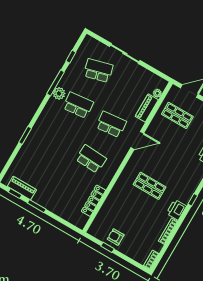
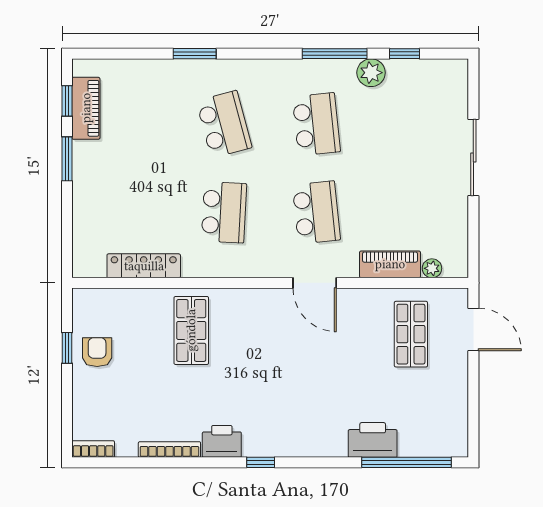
school desk: (98, 70) -> (224, 124), moved
plant: (59, 93) -> (371, 73), moved
shop shelf: (150, 186) -> (191, 330), moved

